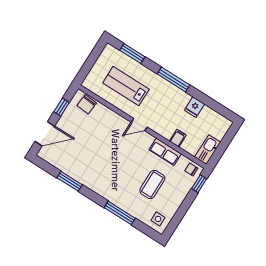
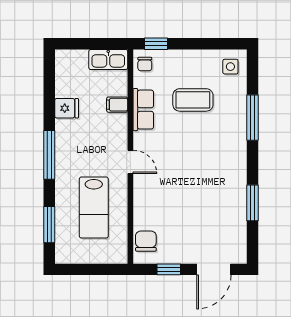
chair: (87, 104) -> (146, 241), turned -95
door: (45, 134) -> (214, 269), swing flipped

